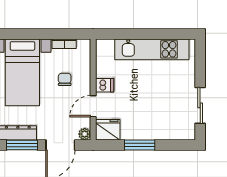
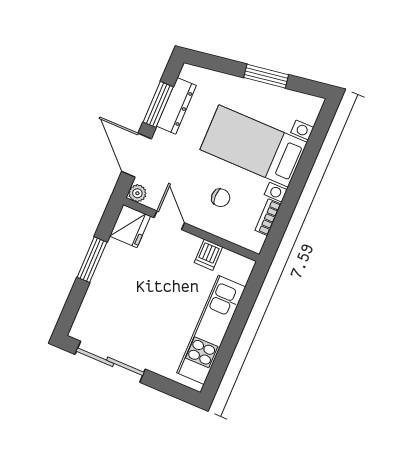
dishwasher: (105, 85) -> (208, 255), moved
sliding door: (200, 105) -> (110, 362), width x1.37

